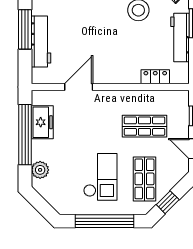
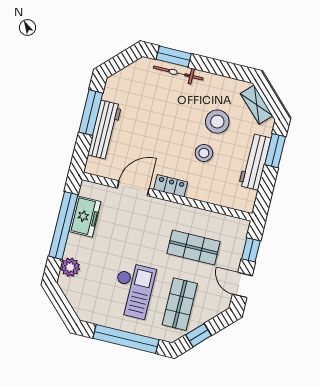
stool: (133, 41) -> (204, 153), added
locker: (155, 77) -> (171, 186), moved

